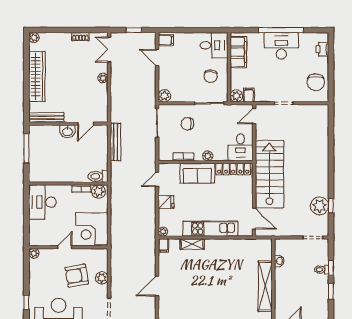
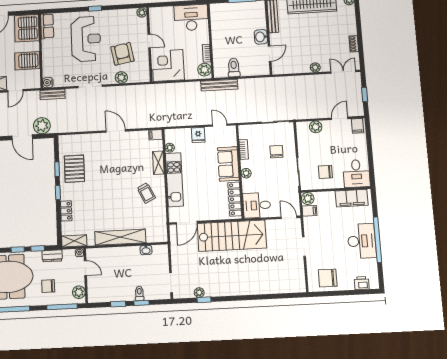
plant: (164, 96) -> (316, 127), moved
door: (86, 124) -> (270, 54), swing flipped
bench: (116, 142) -> (219, 85), moved
toilet: (98, 176) -> (234, 67), moved
plant: (320, 206) -> (199, 293), width x0.53, depth x0.53
plant: (163, 232) -> (170, 148), moved
trolley: (222, 258) -> (146, 193), added

